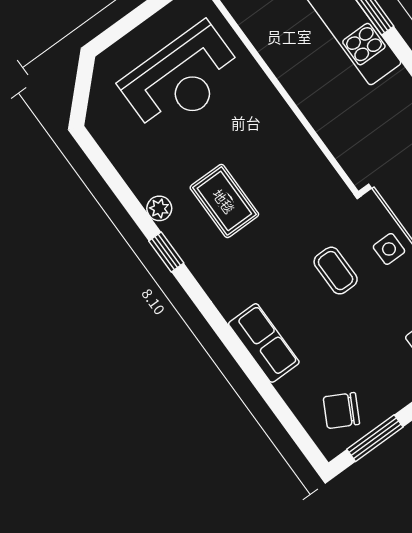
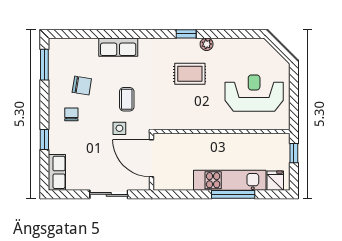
reception desk: (182, 79) -> (254, 93), turned 90
coffee table: (336, 271) -> (127, 99), turned 90
chair: (341, 411) -> (82, 86), moved, turned 71

